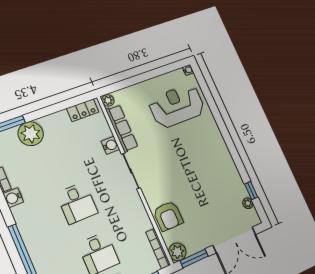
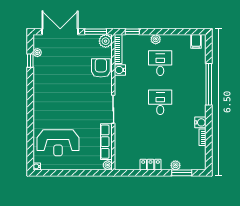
locker: (83, 110) -> (151, 165), moved
plant: (31, 134) -> (175, 165), width x0.53, depth x0.53
water cooler: (110, 145) -> (120, 70), moved

